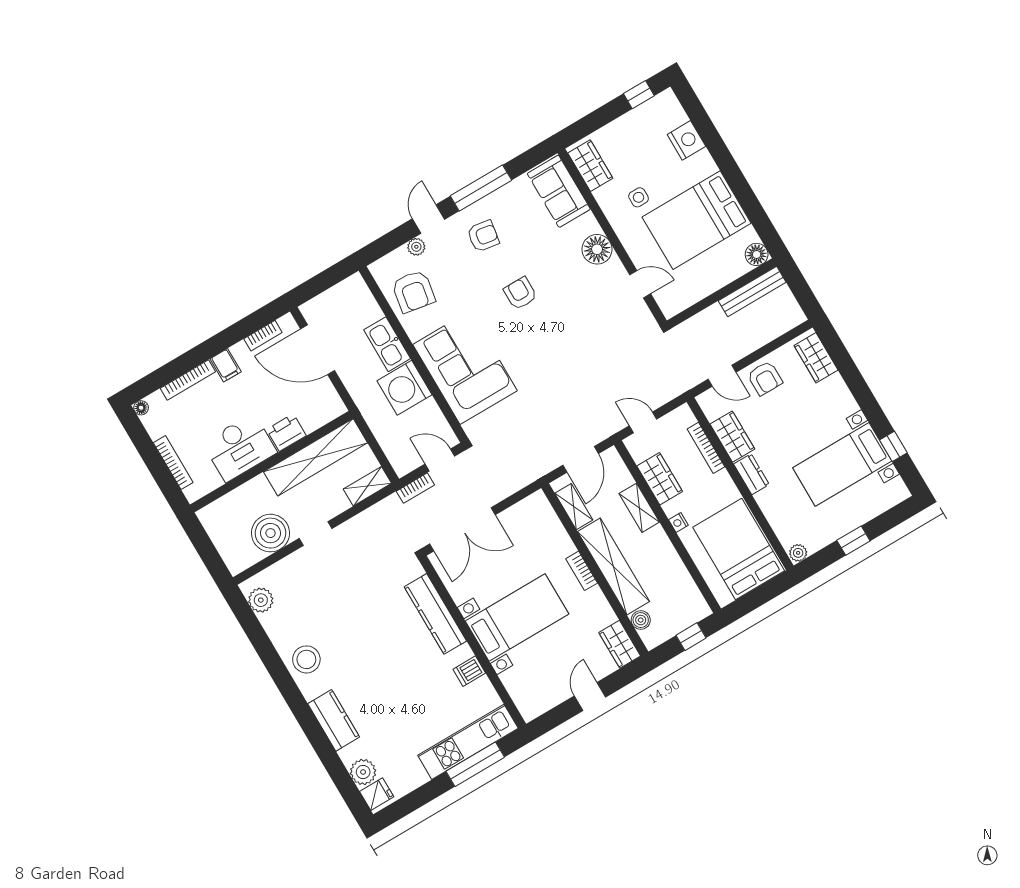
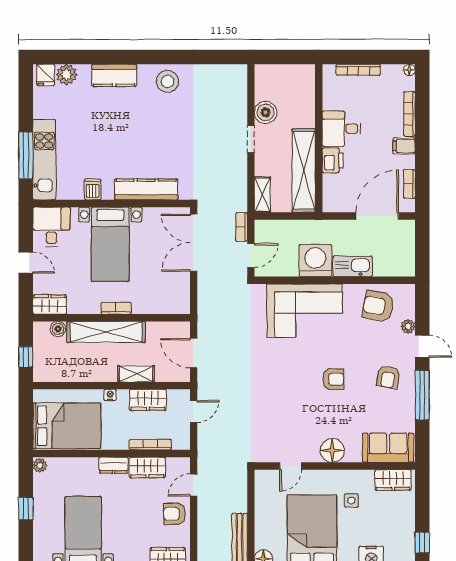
desk: (240, 448) -> (341, 129), width x0.73
shelving: (574, 507) -> (164, 329), removed
boiler: (271, 533) -> (266, 112), width x0.73, depth x0.73
plant: (261, 600) -> (227, 74), removed
desk: (536, 692) -> (51, 227), added

